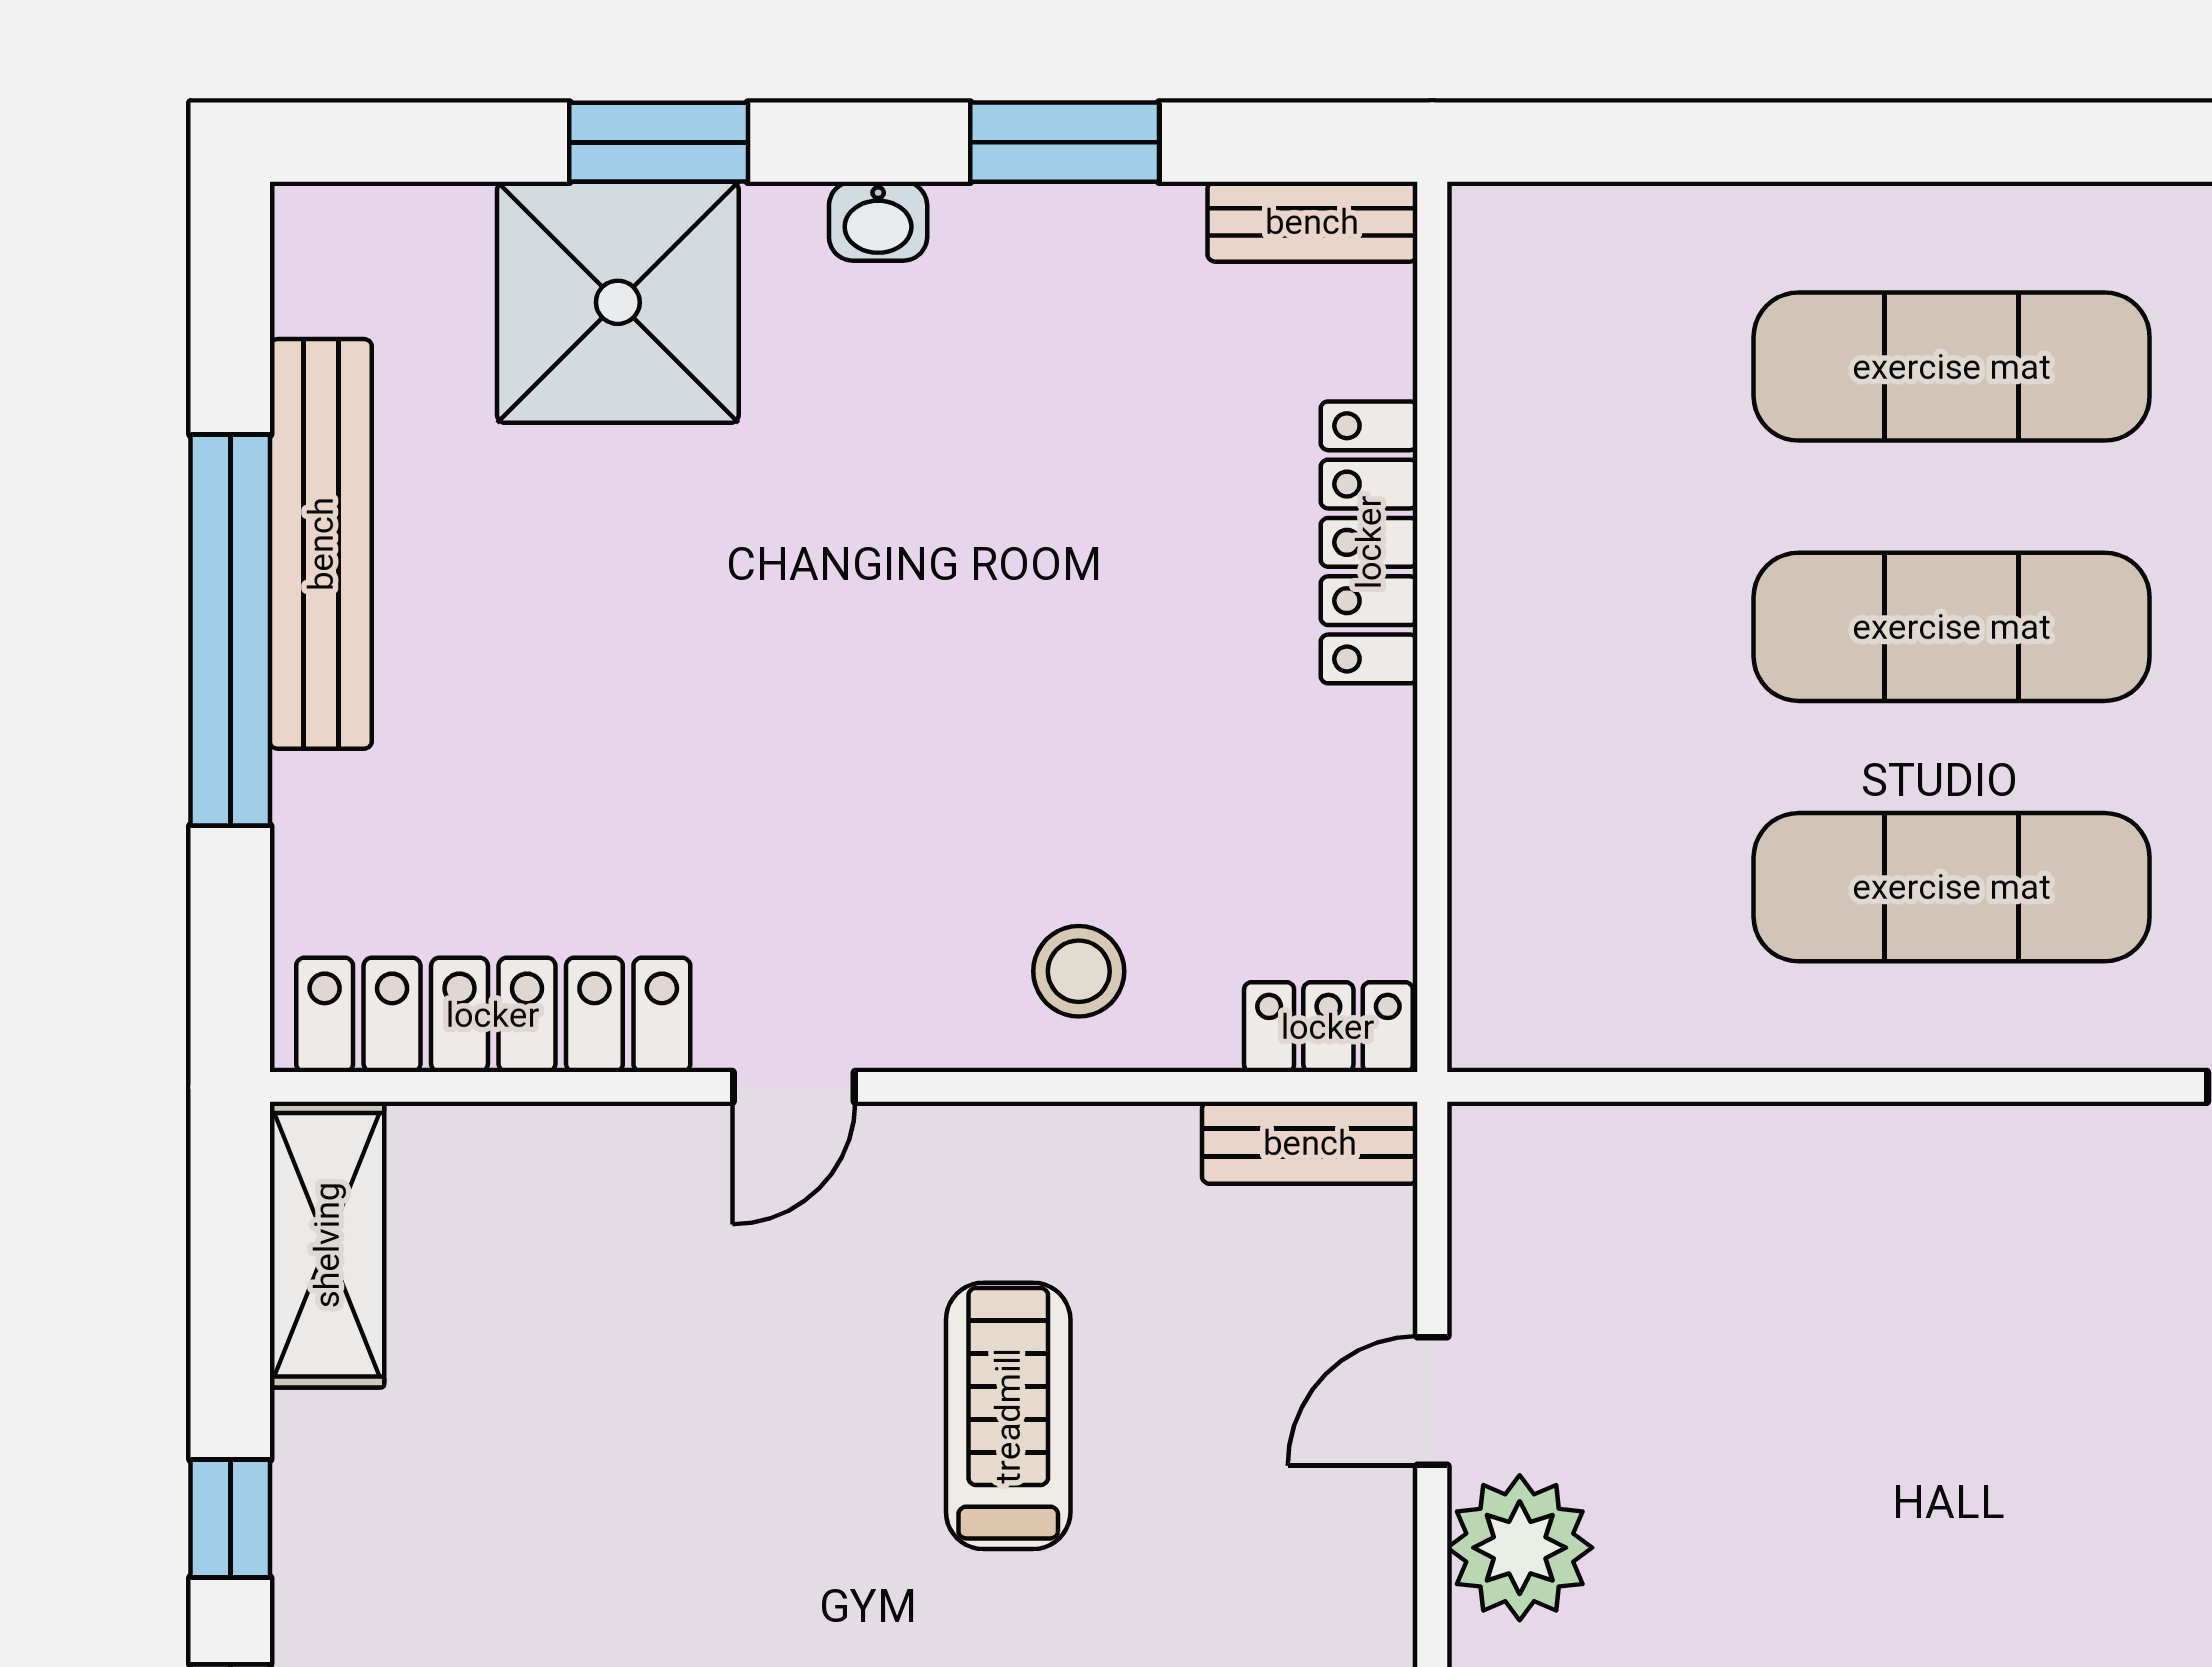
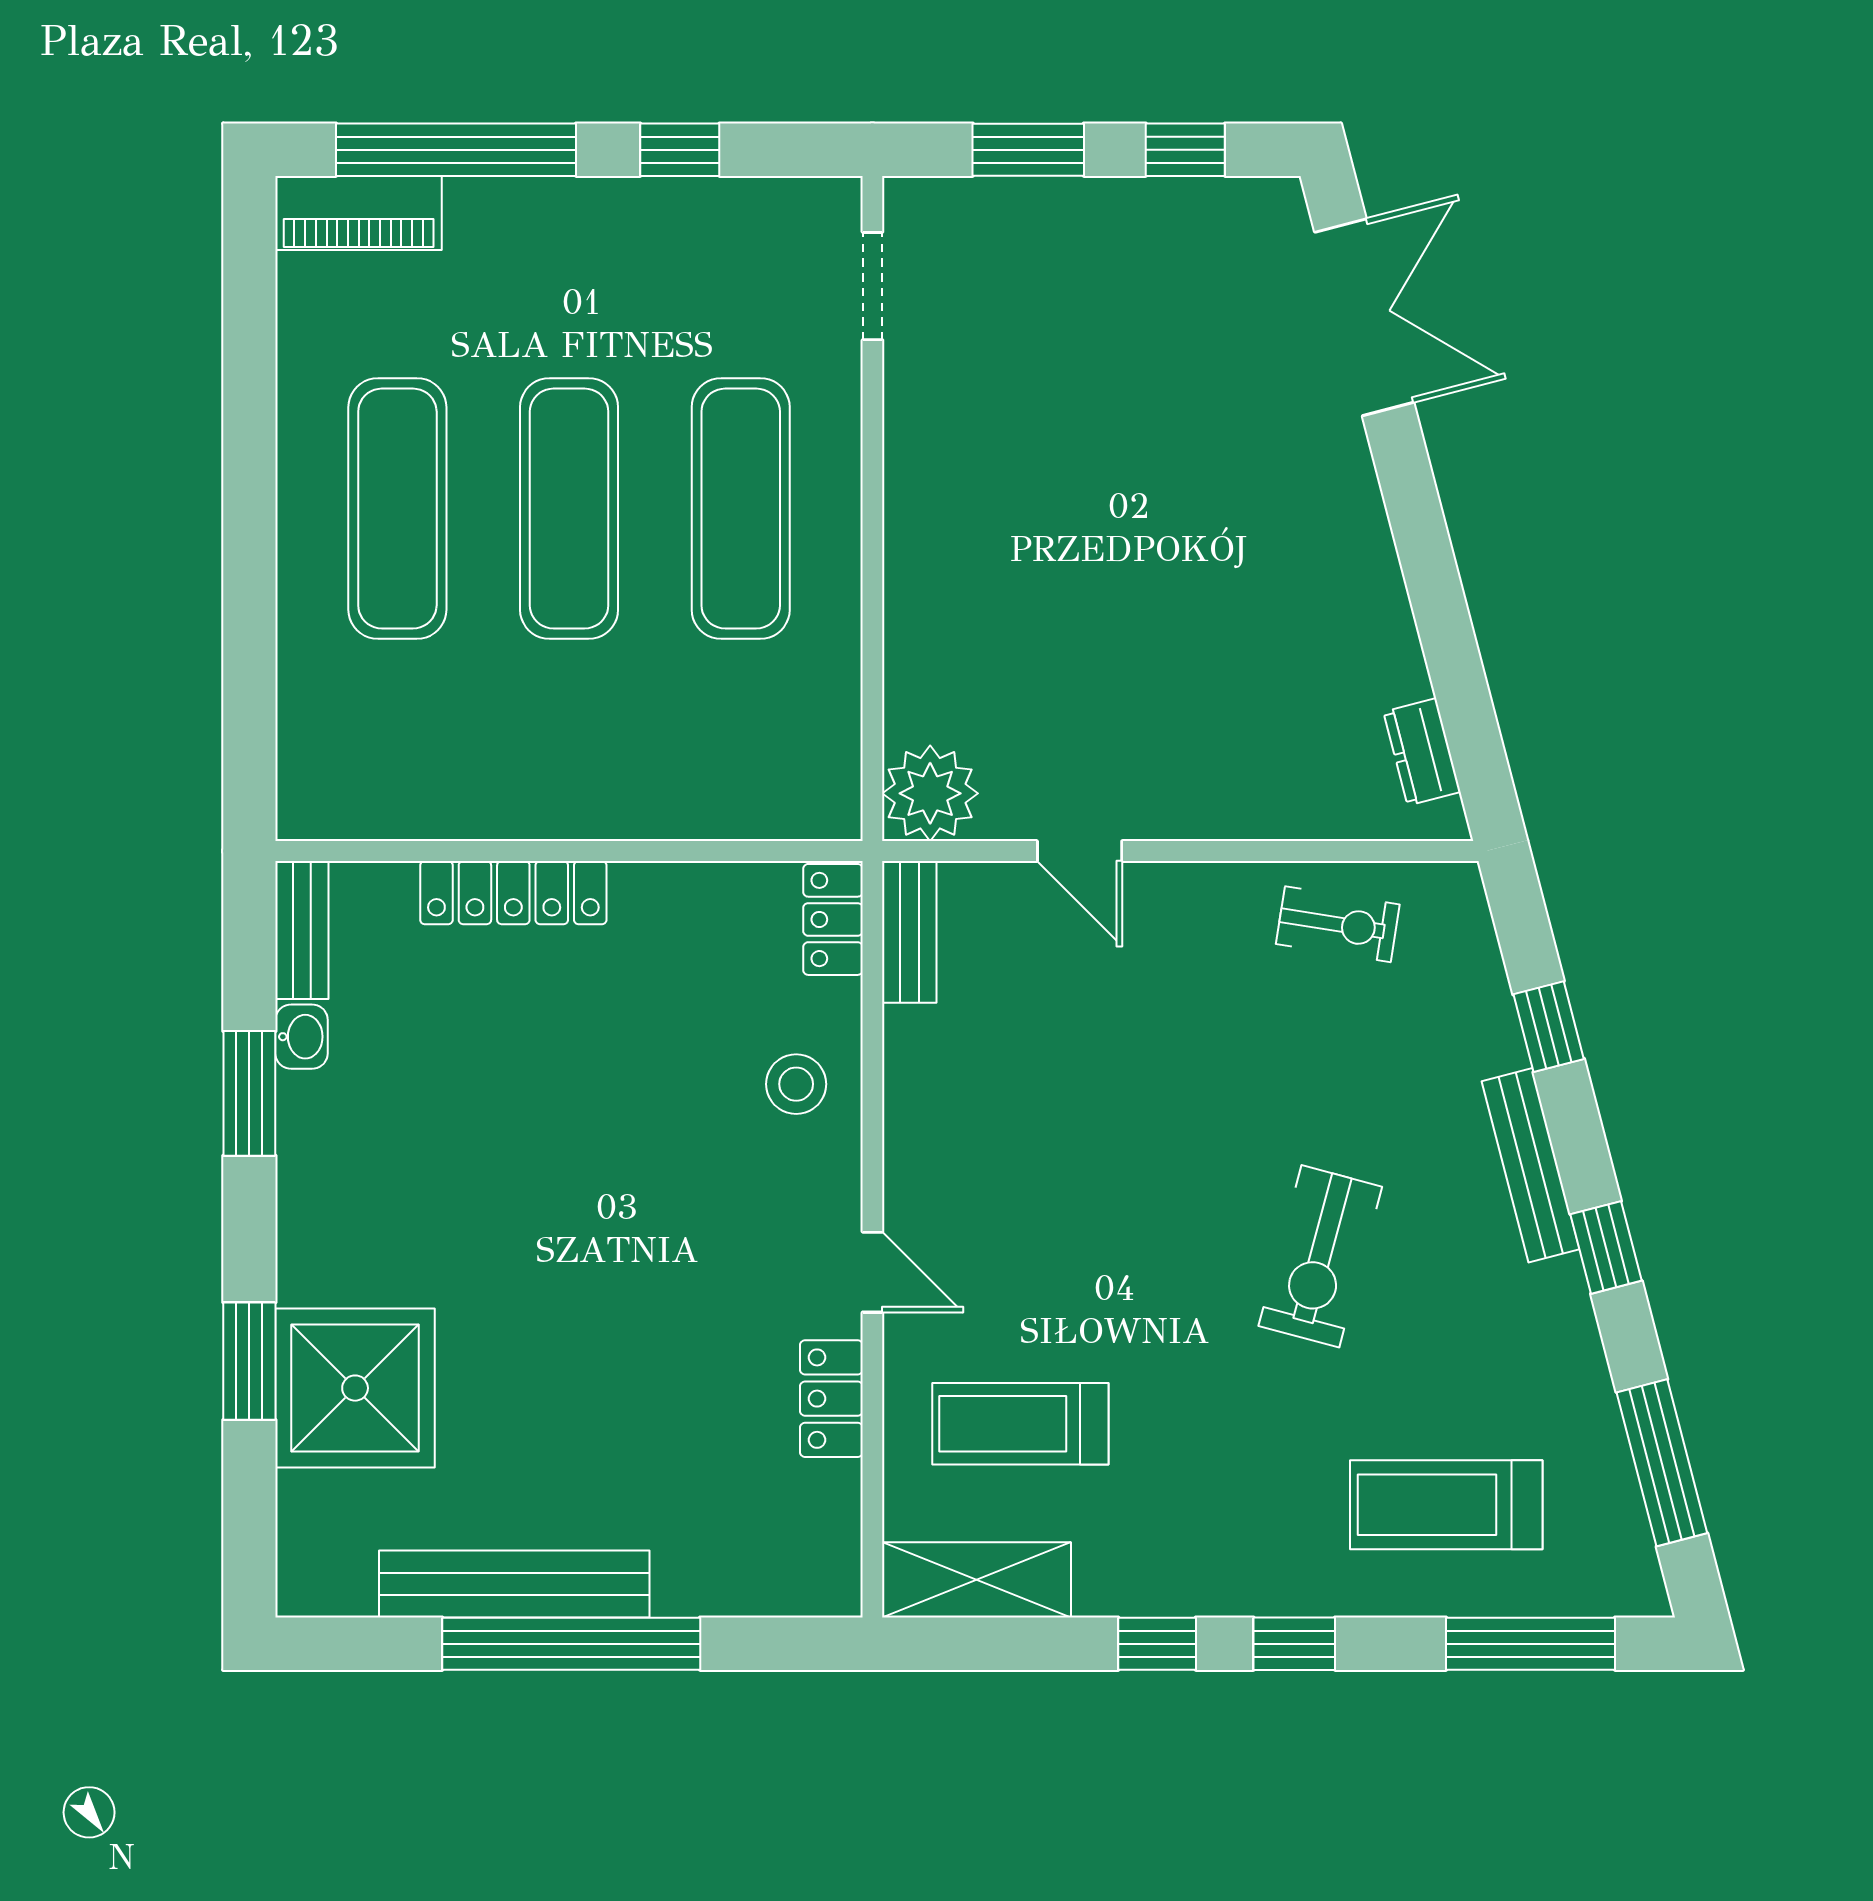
washbasin: (878, 221) -> (302, 1037), moved
locker: (493, 1015) -> (831, 1399), width x0.46, depth x0.83
treadmill: (1008, 1416) -> (1020, 1424), moved
plant: (1520, 1548) -> (930, 793), moved

